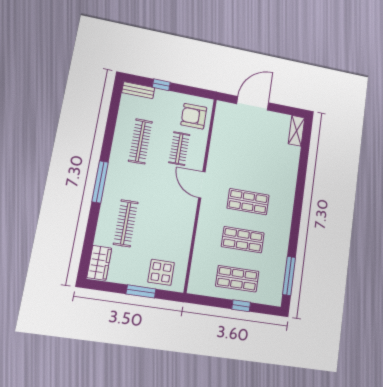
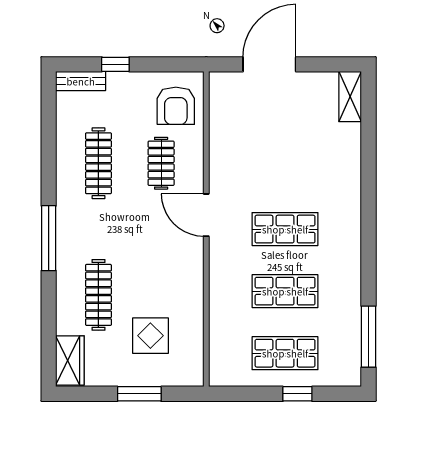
armchair: (194, 116) -> (176, 106), turned -90
display table: (161, 272) -> (150, 336), moved

